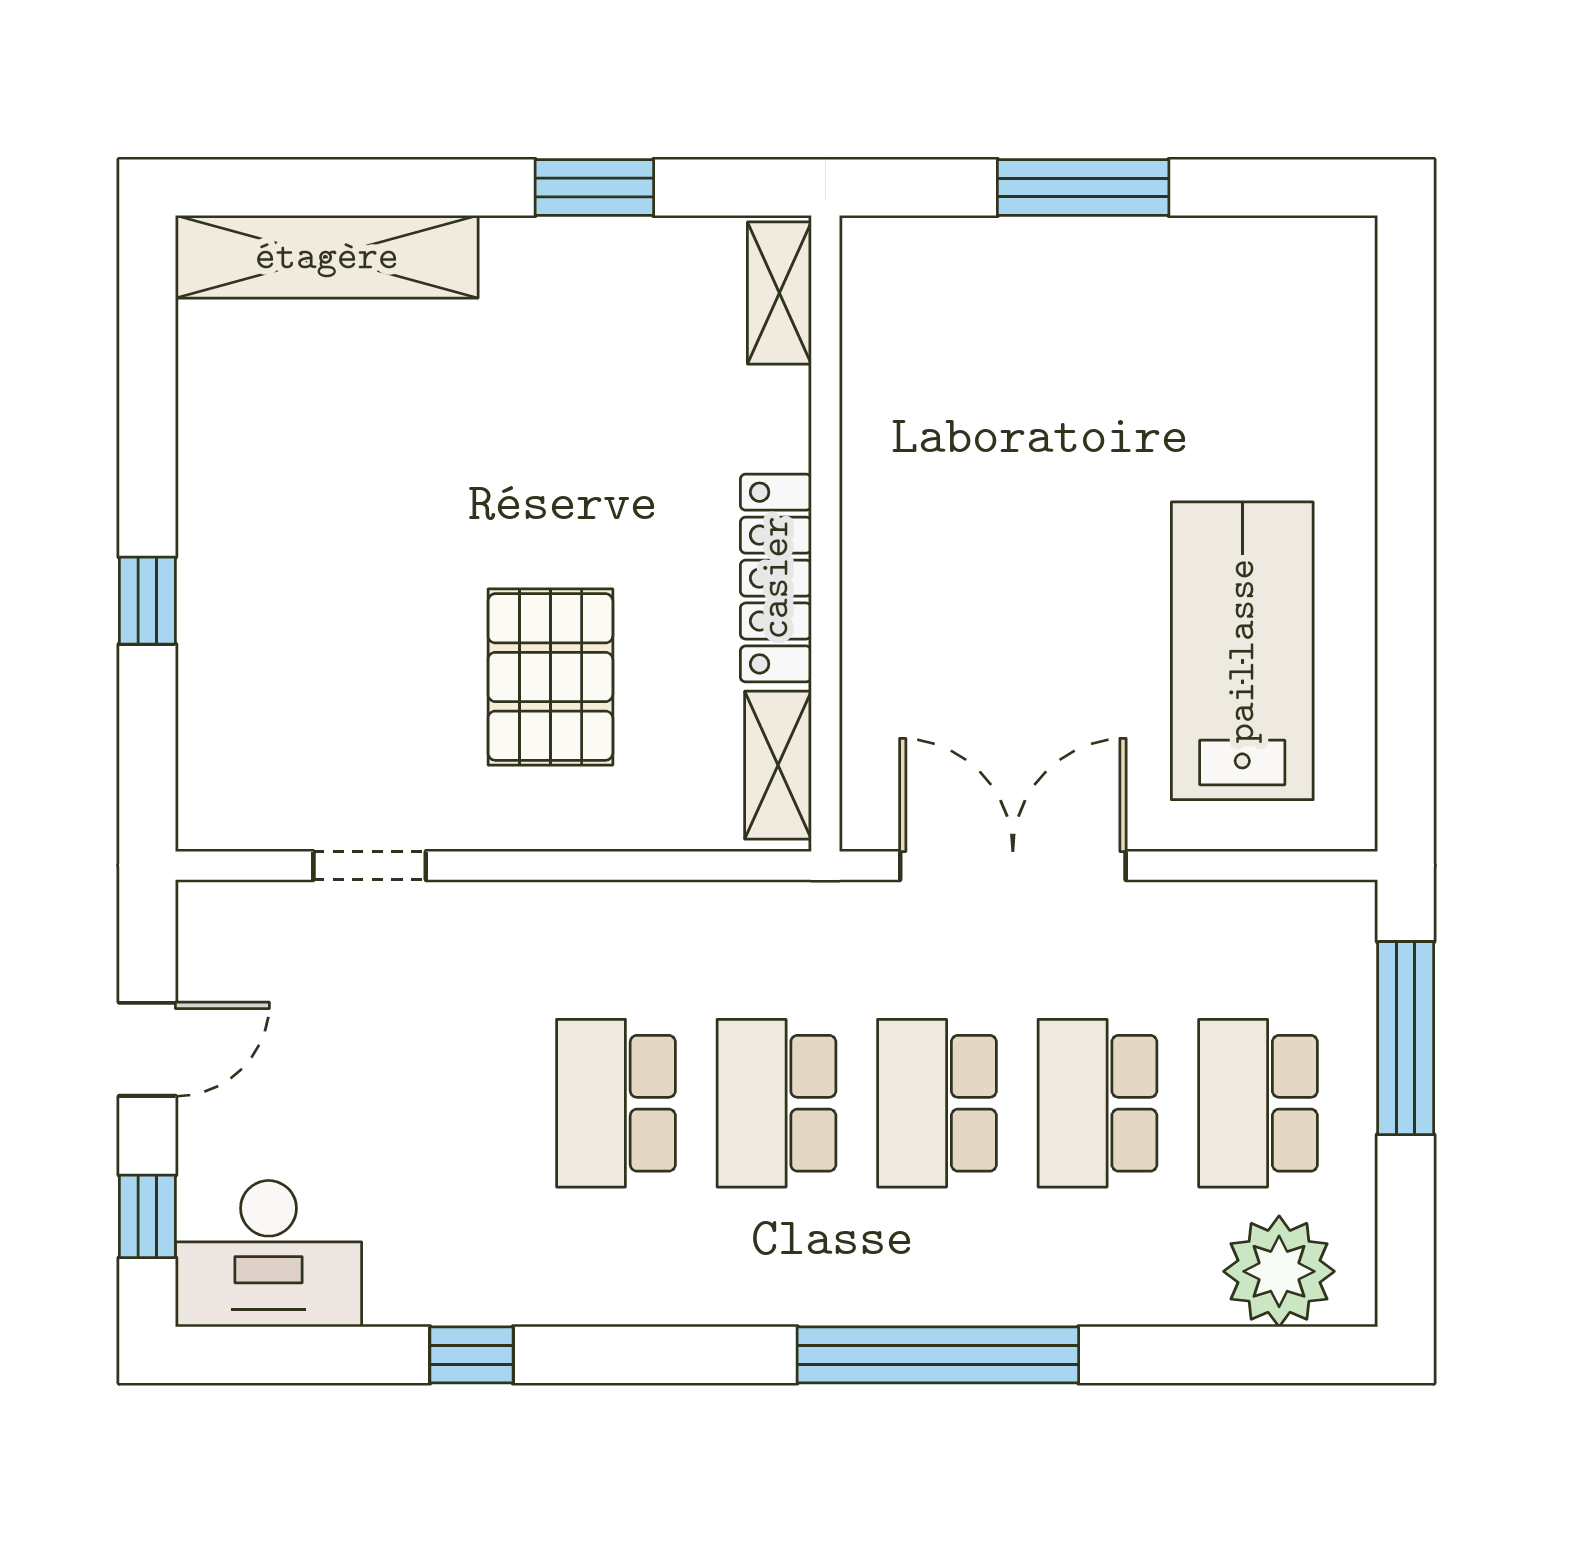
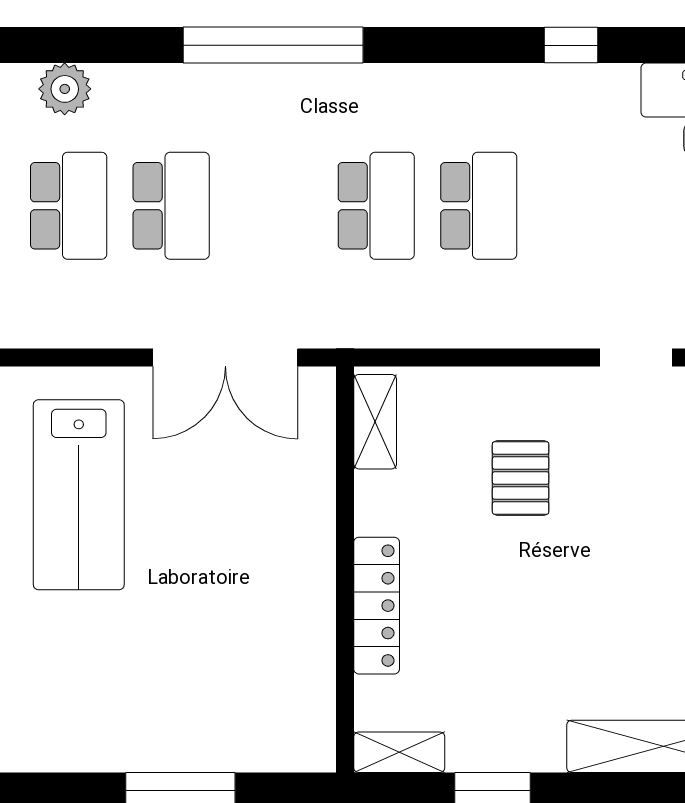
shelving: (779, 293) -> (399, 752), moved, turned 90
locker: (776, 578) -> (377, 606), moved
pallet: (550, 677) -> (521, 478), width x0.67, depth x0.71
school desk: (937, 1103) -> (274, 206), removed
plant: (1279, 1271) -> (65, 89), width x0.73, depth x0.73

